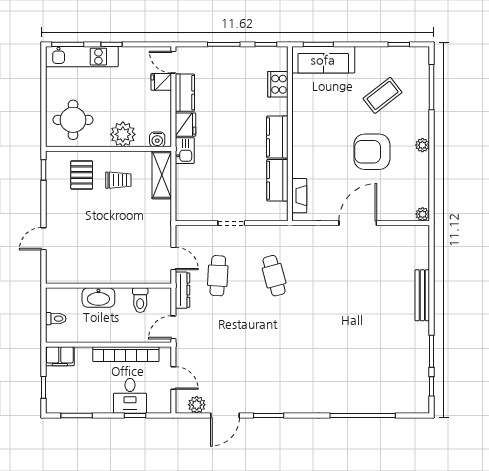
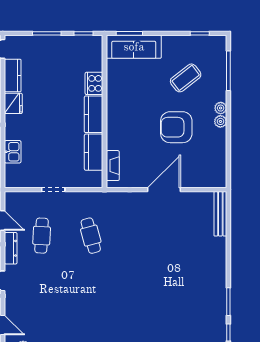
cooker: (278, 84) -> (94, 83), moved
kitchen sink: (185, 151) -> (13, 152), moved
plant: (423, 214) -> (221, 108), moved
bench: (422, 295) -> (220, 214), moved

